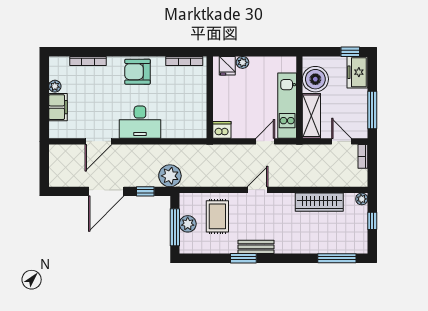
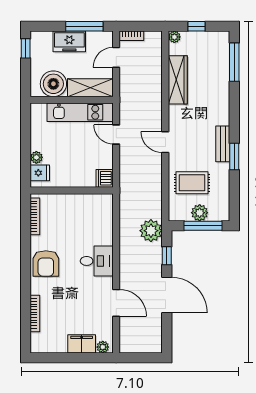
freezer: (357, 72) -> (69, 41), moved
plant: (55, 86) -> (103, 347), moved
desk: (140, 122) -> (97, 261), width x0.73

